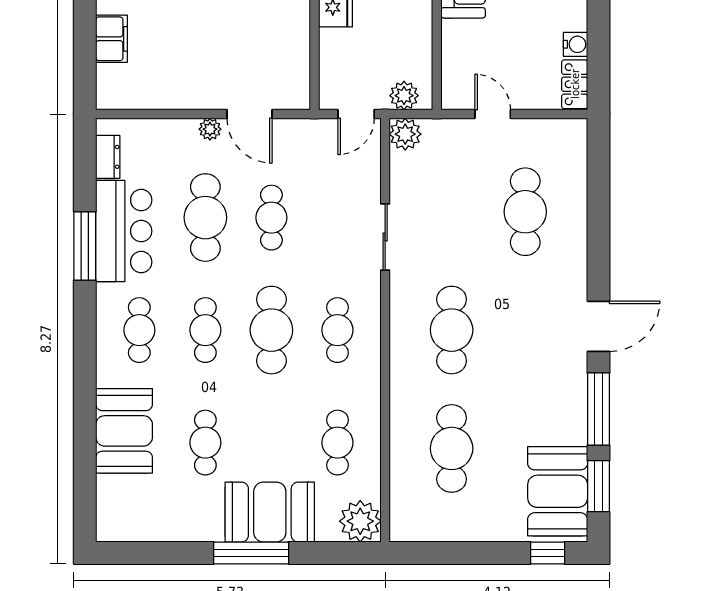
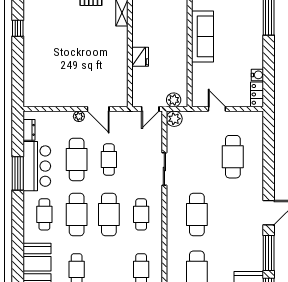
filing cabinet: (112, 39) -> (31, 72), removed
cafe table: (205, 330) -> (77, 214), width x1.37, depth x1.35

